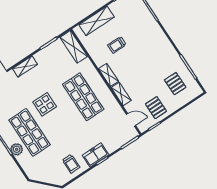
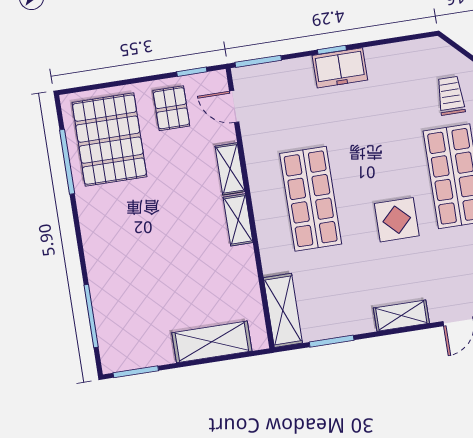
trolley: (117, 45) -> (193, 274), removed
pallet: (175, 84) -> (109, 140), width x2.05, depth x2.00
trolley: (71, 164) -> (451, 96), moved

